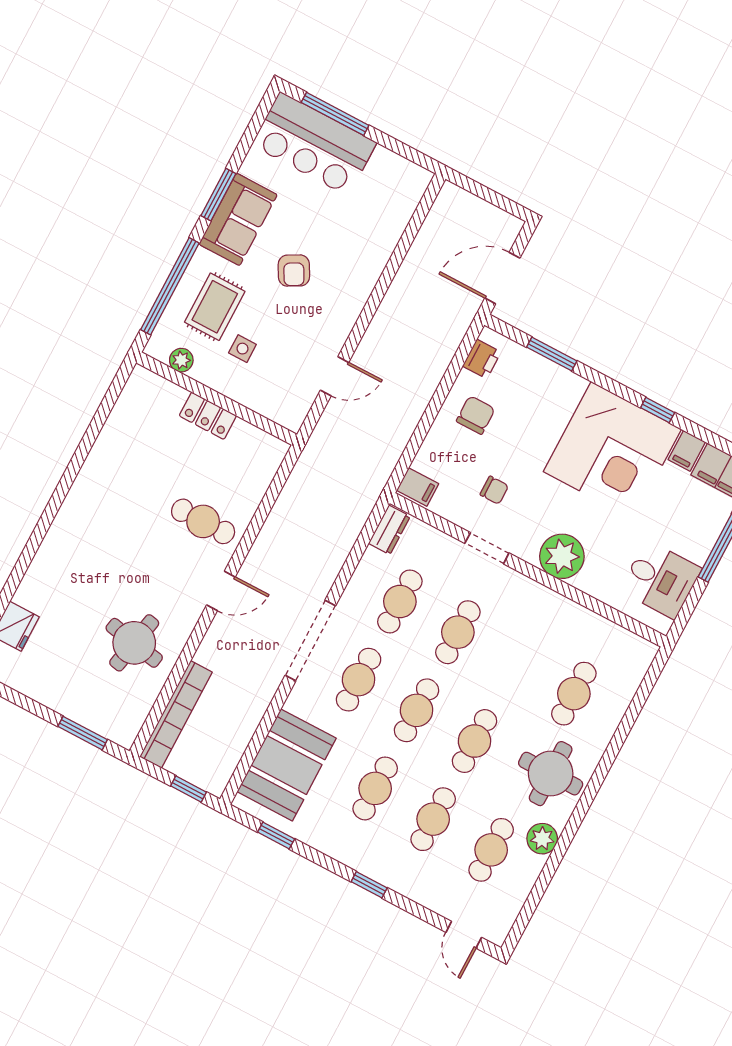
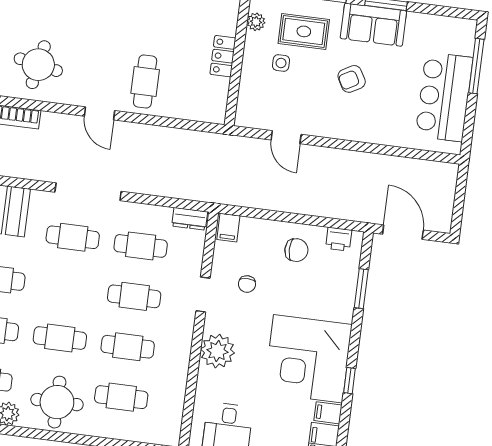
bar counter: (314, 144) -> (444, 97), moved
cafe table: (417, 710) -> (128, 347), moved

